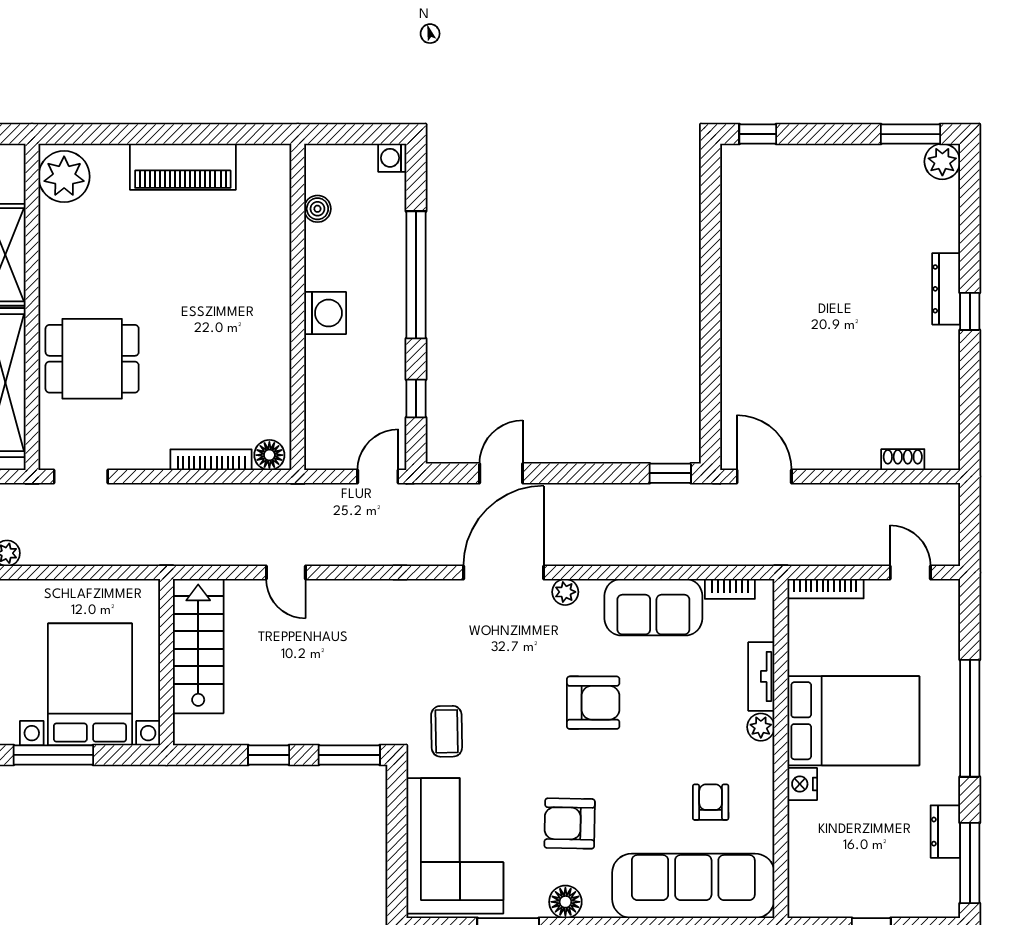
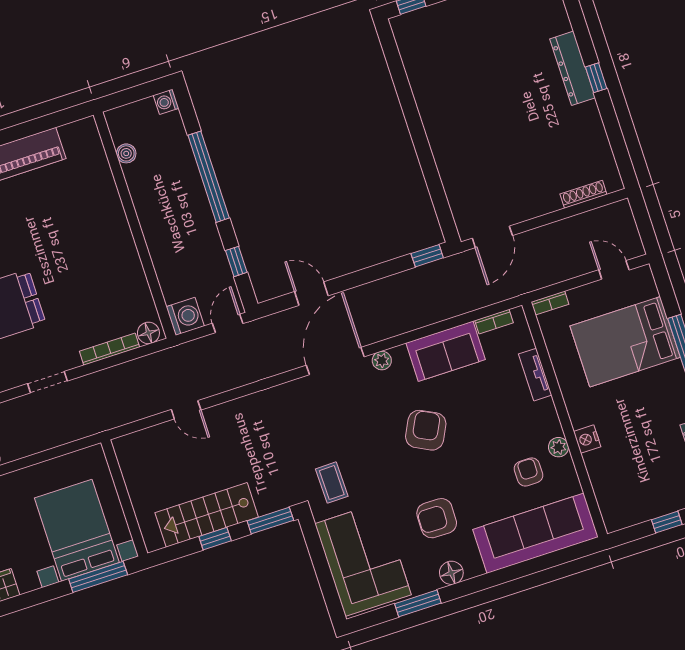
dresser: (946, 289) -> (573, 68), width x1.37, depth x1.24
washing machine: (325, 313) -> (185, 316), moved
shoe rack: (903, 460) -> (583, 194), width x1.43
door: (501, 473) -> (311, 294), hinge flipped
doorway: (81, 477) -> (47, 382), moved
door: (764, 477) -> (492, 237), swing flipped
bookcase: (825, 589) -> (550, 303), width x0.64
stairs: (198, 646) -> (207, 515), moved, turned -90
armchair: (593, 703) -> (426, 430), turned -63
bed: (853, 721) -> (625, 342), moved, turned 180
plant: (761, 727) -> (558, 447), moved
window: (53, 755) -> (98, 577), moved

